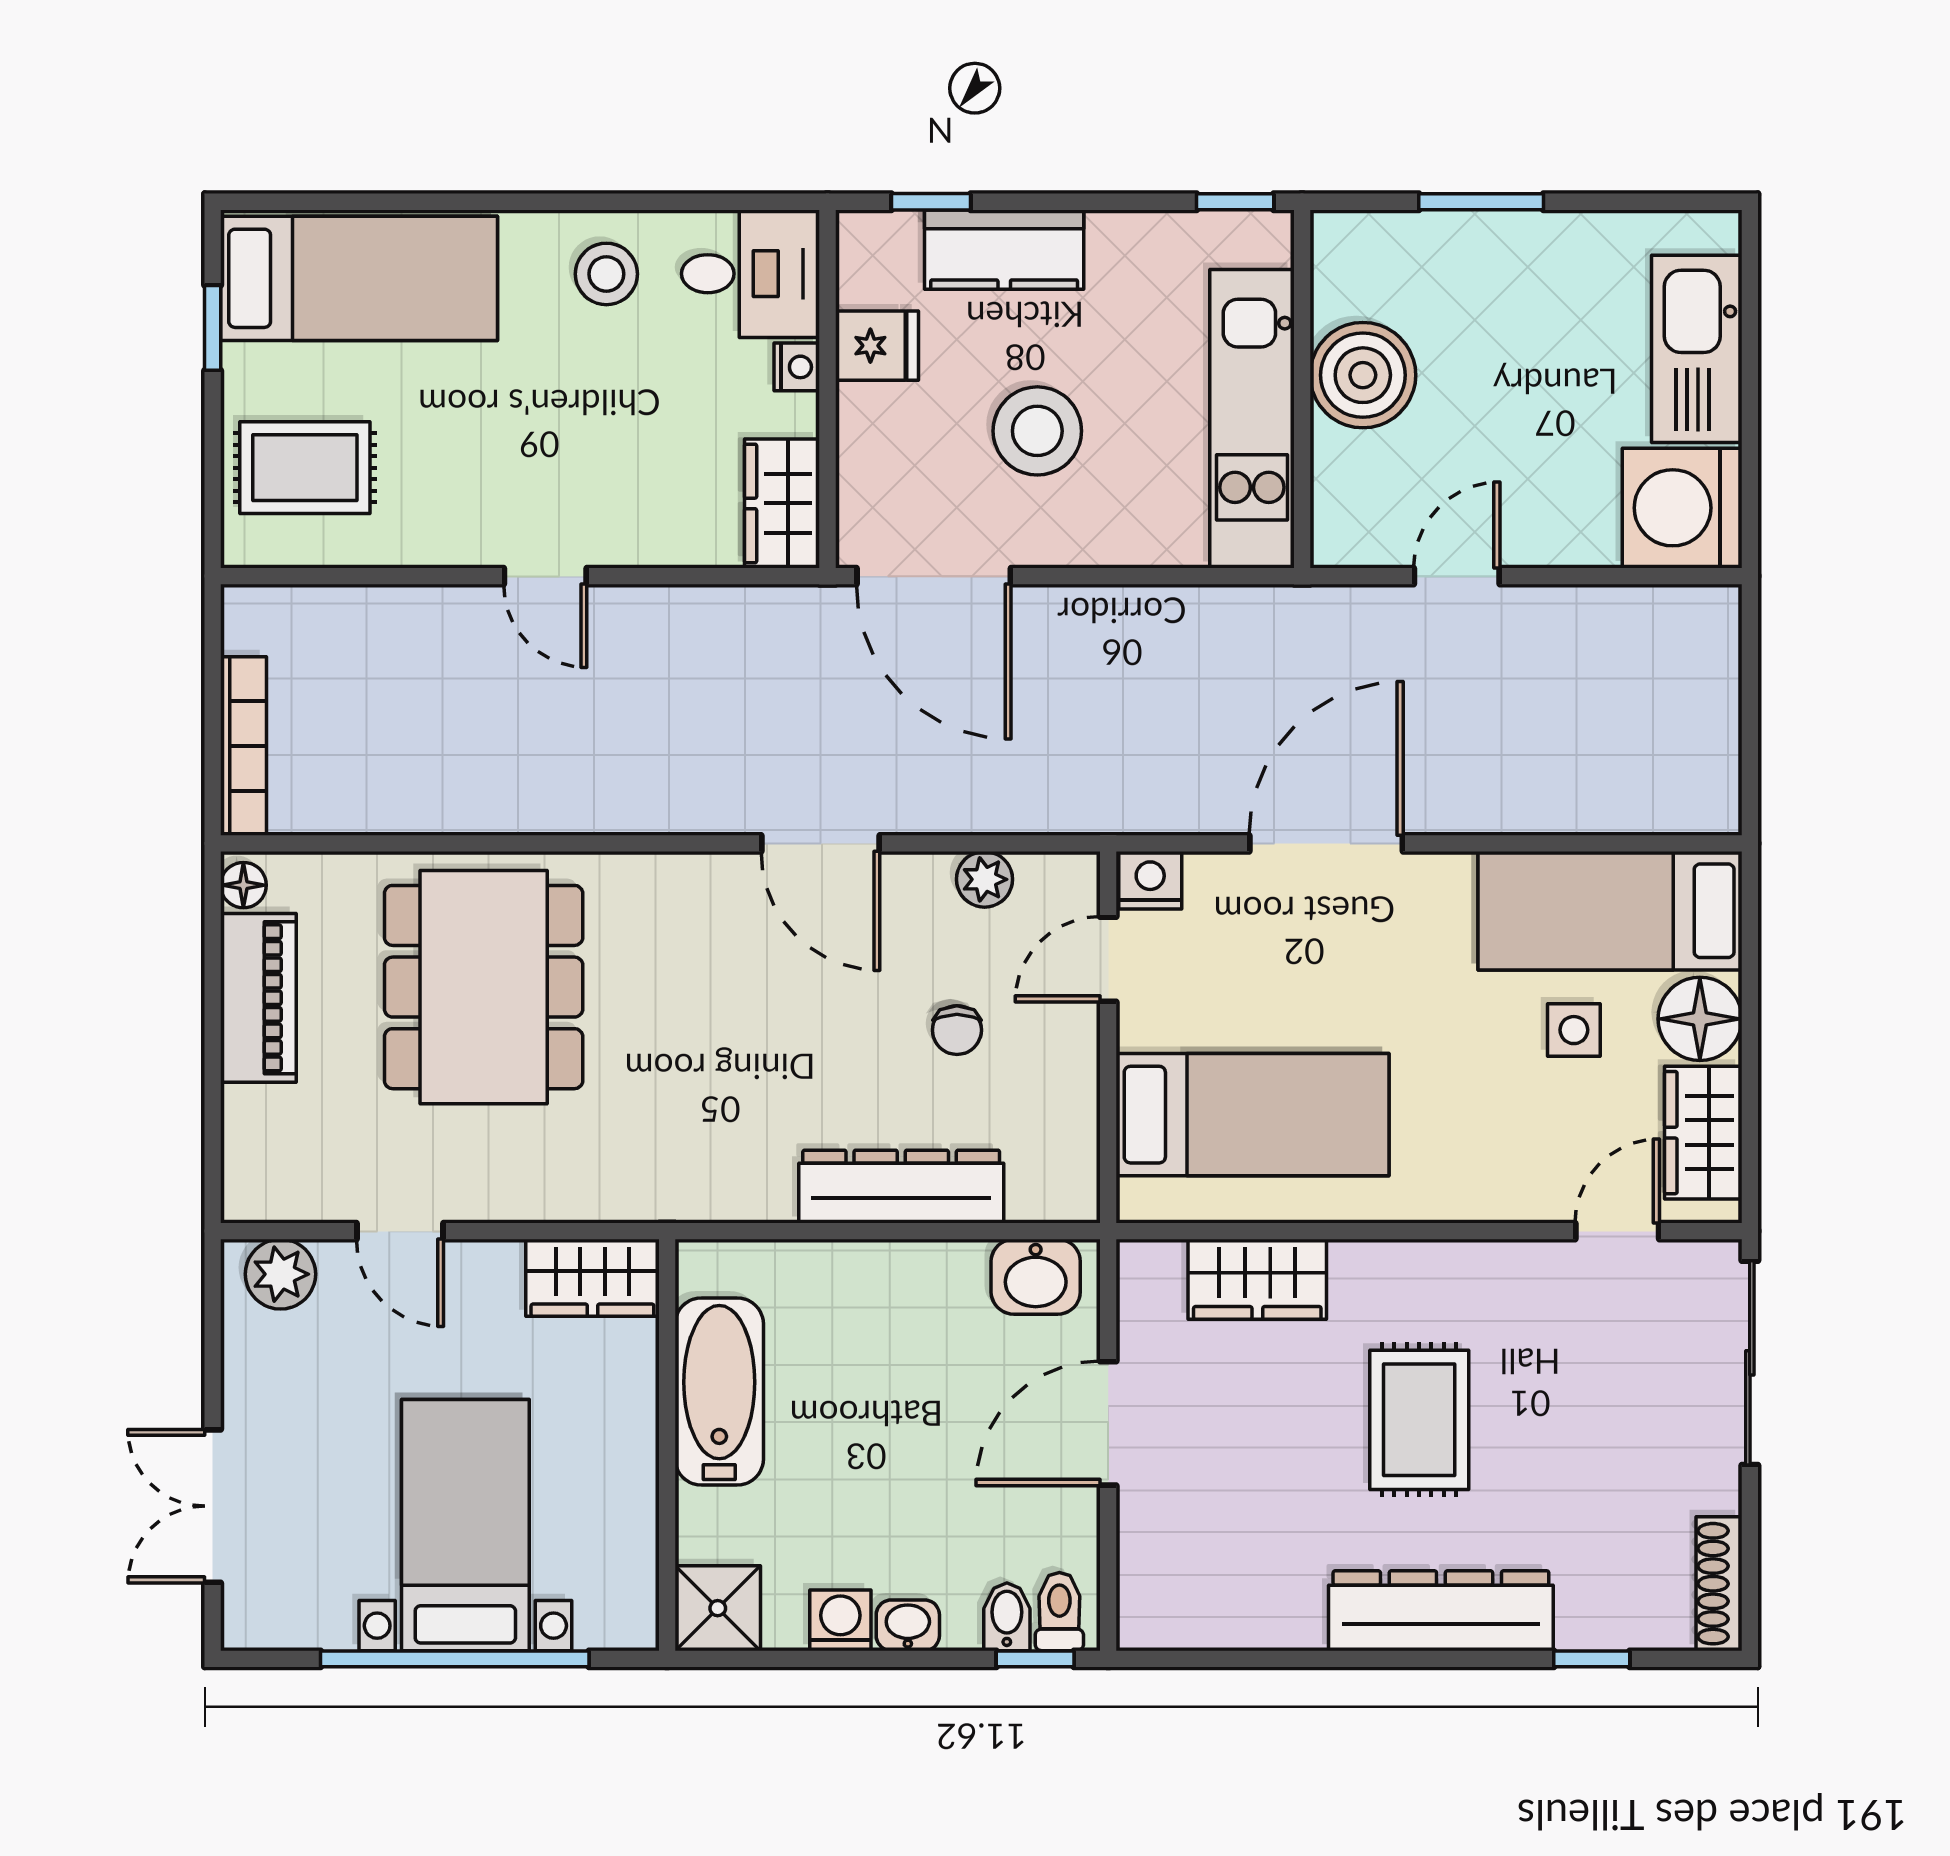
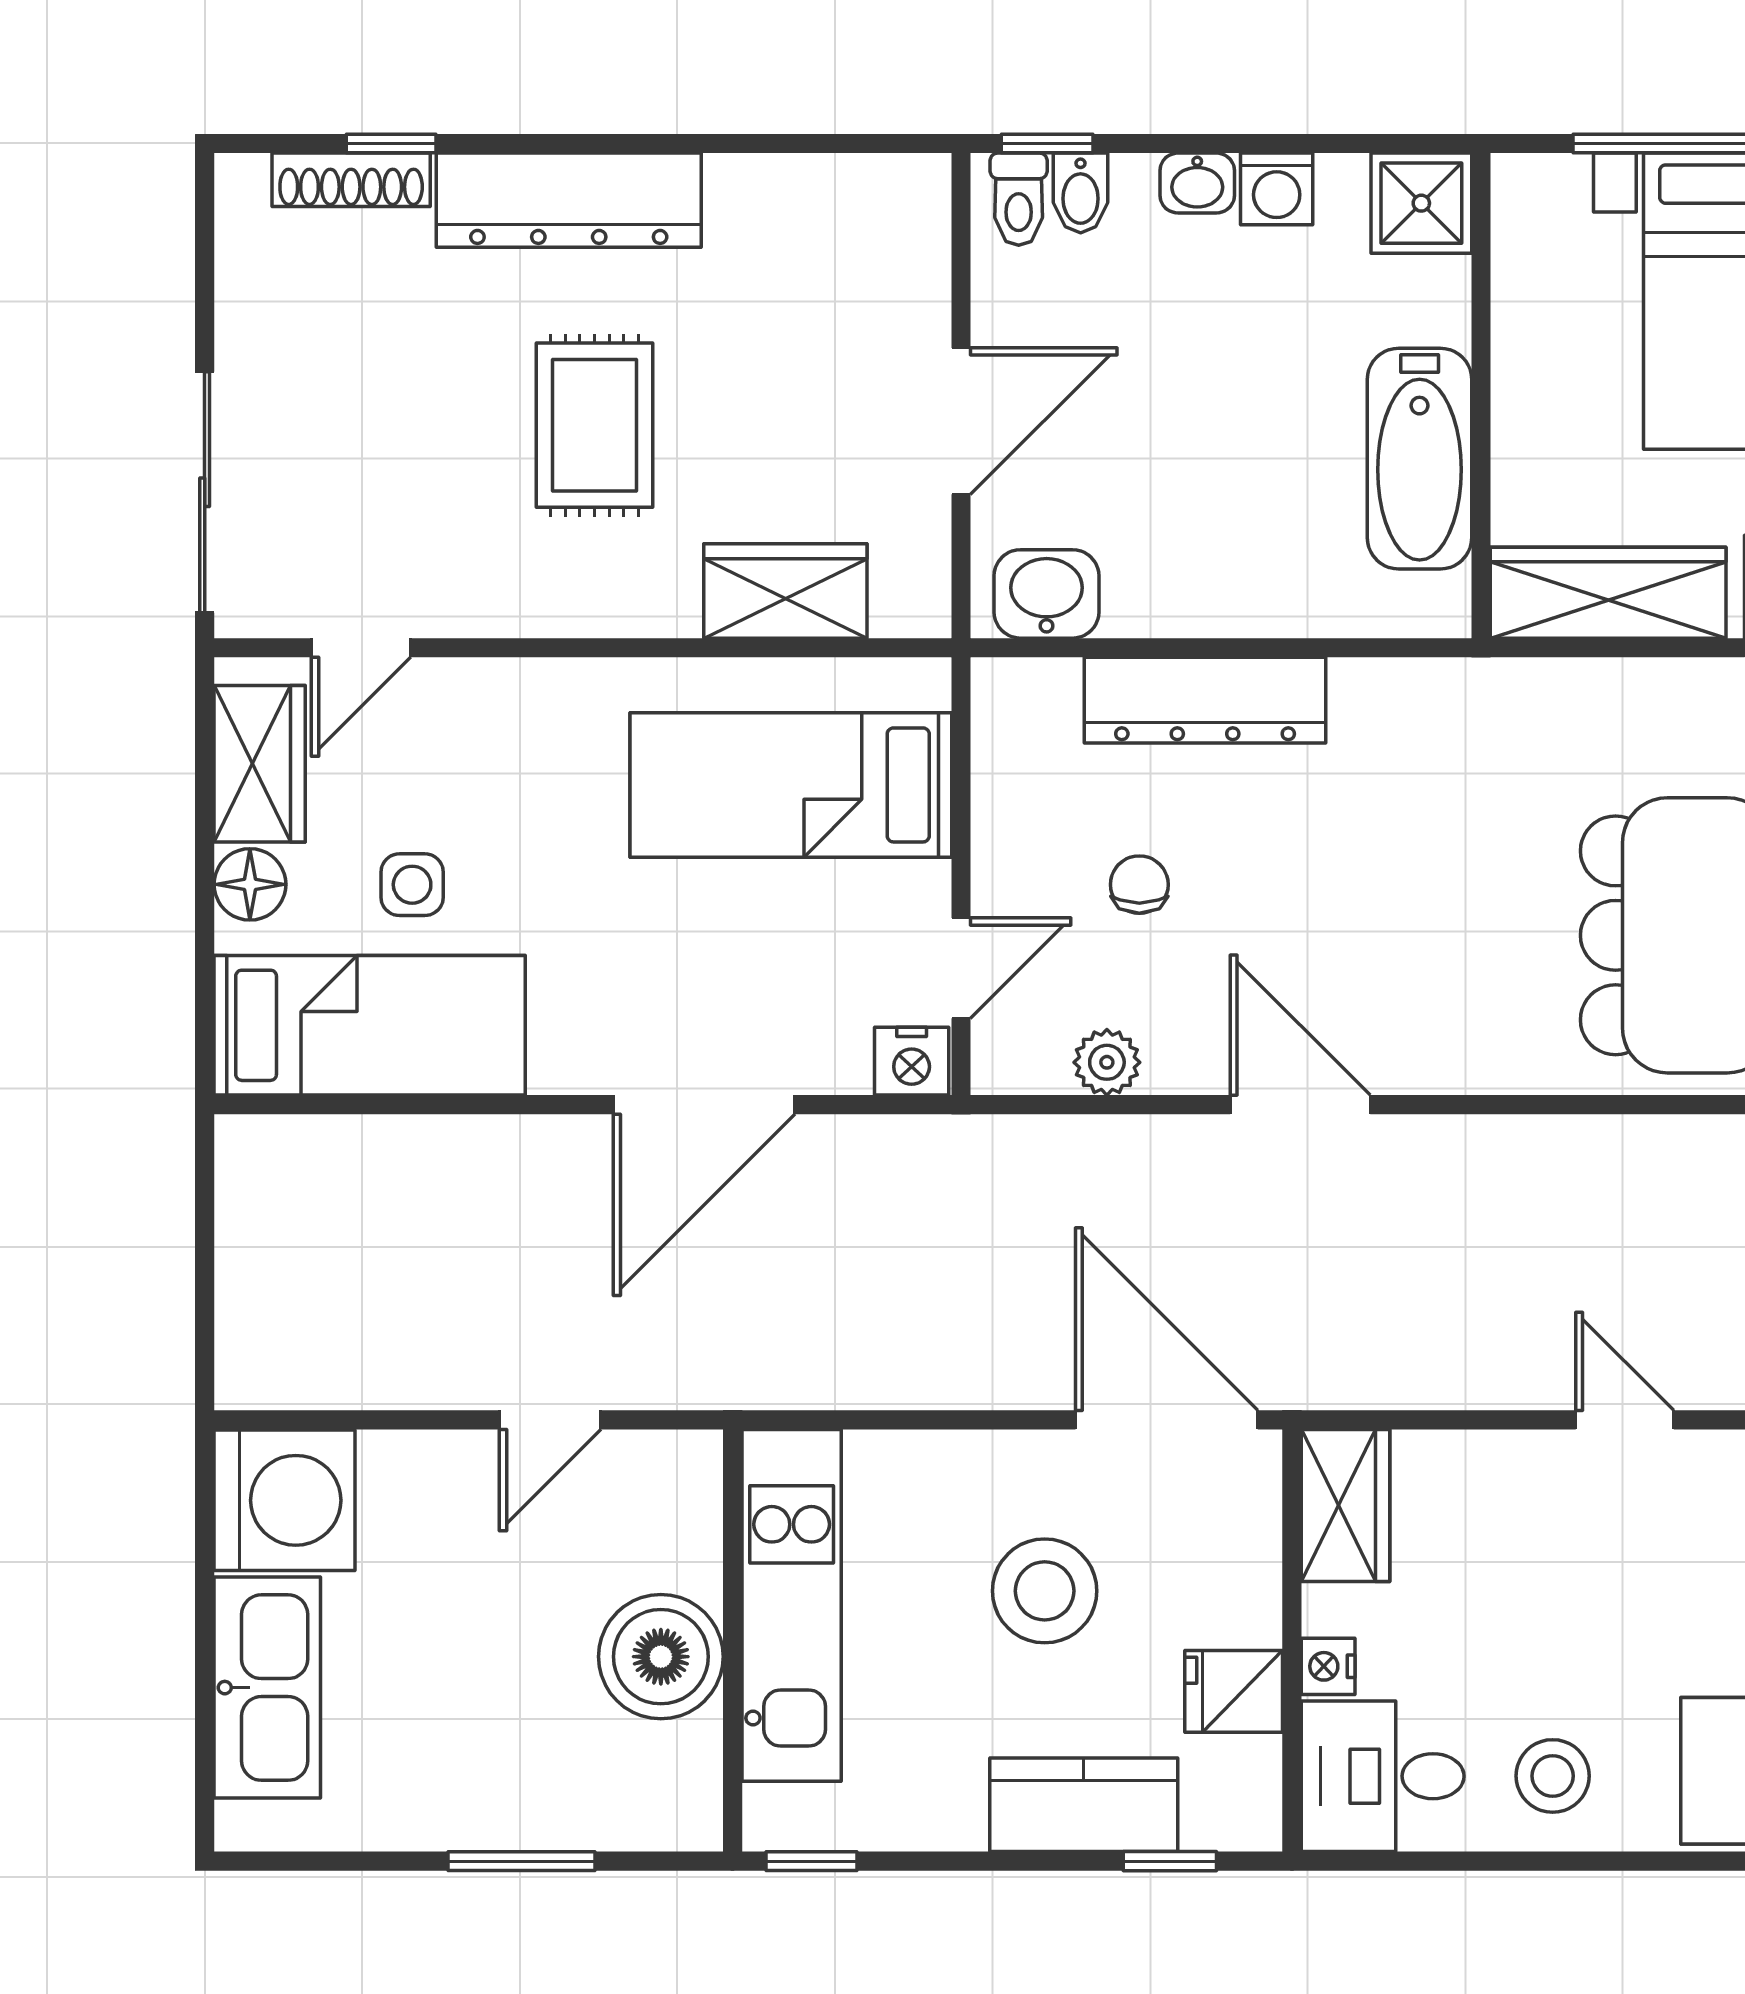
floor lamp: (1700, 1019) -> (250, 884), width x0.73, depth x0.73
wardrobe: (592, 1278) -> (1608, 593), width x1.50
shoe rack: (1719, 1584) -> (351, 180), moved, turned 90

